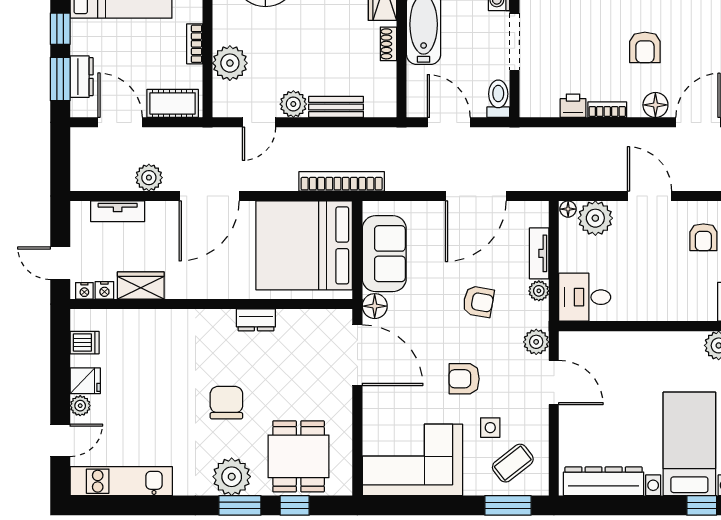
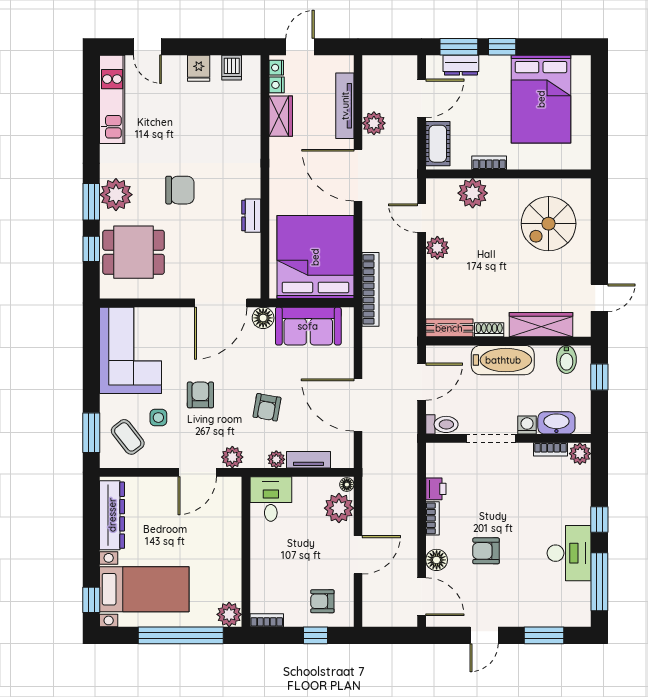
bench: (336, 107) -> (449, 328), moved, turned 90
tv unit: (118, 211) -> (345, 106), width x1.41
plant: (80, 406) -> (177, 64), removed

